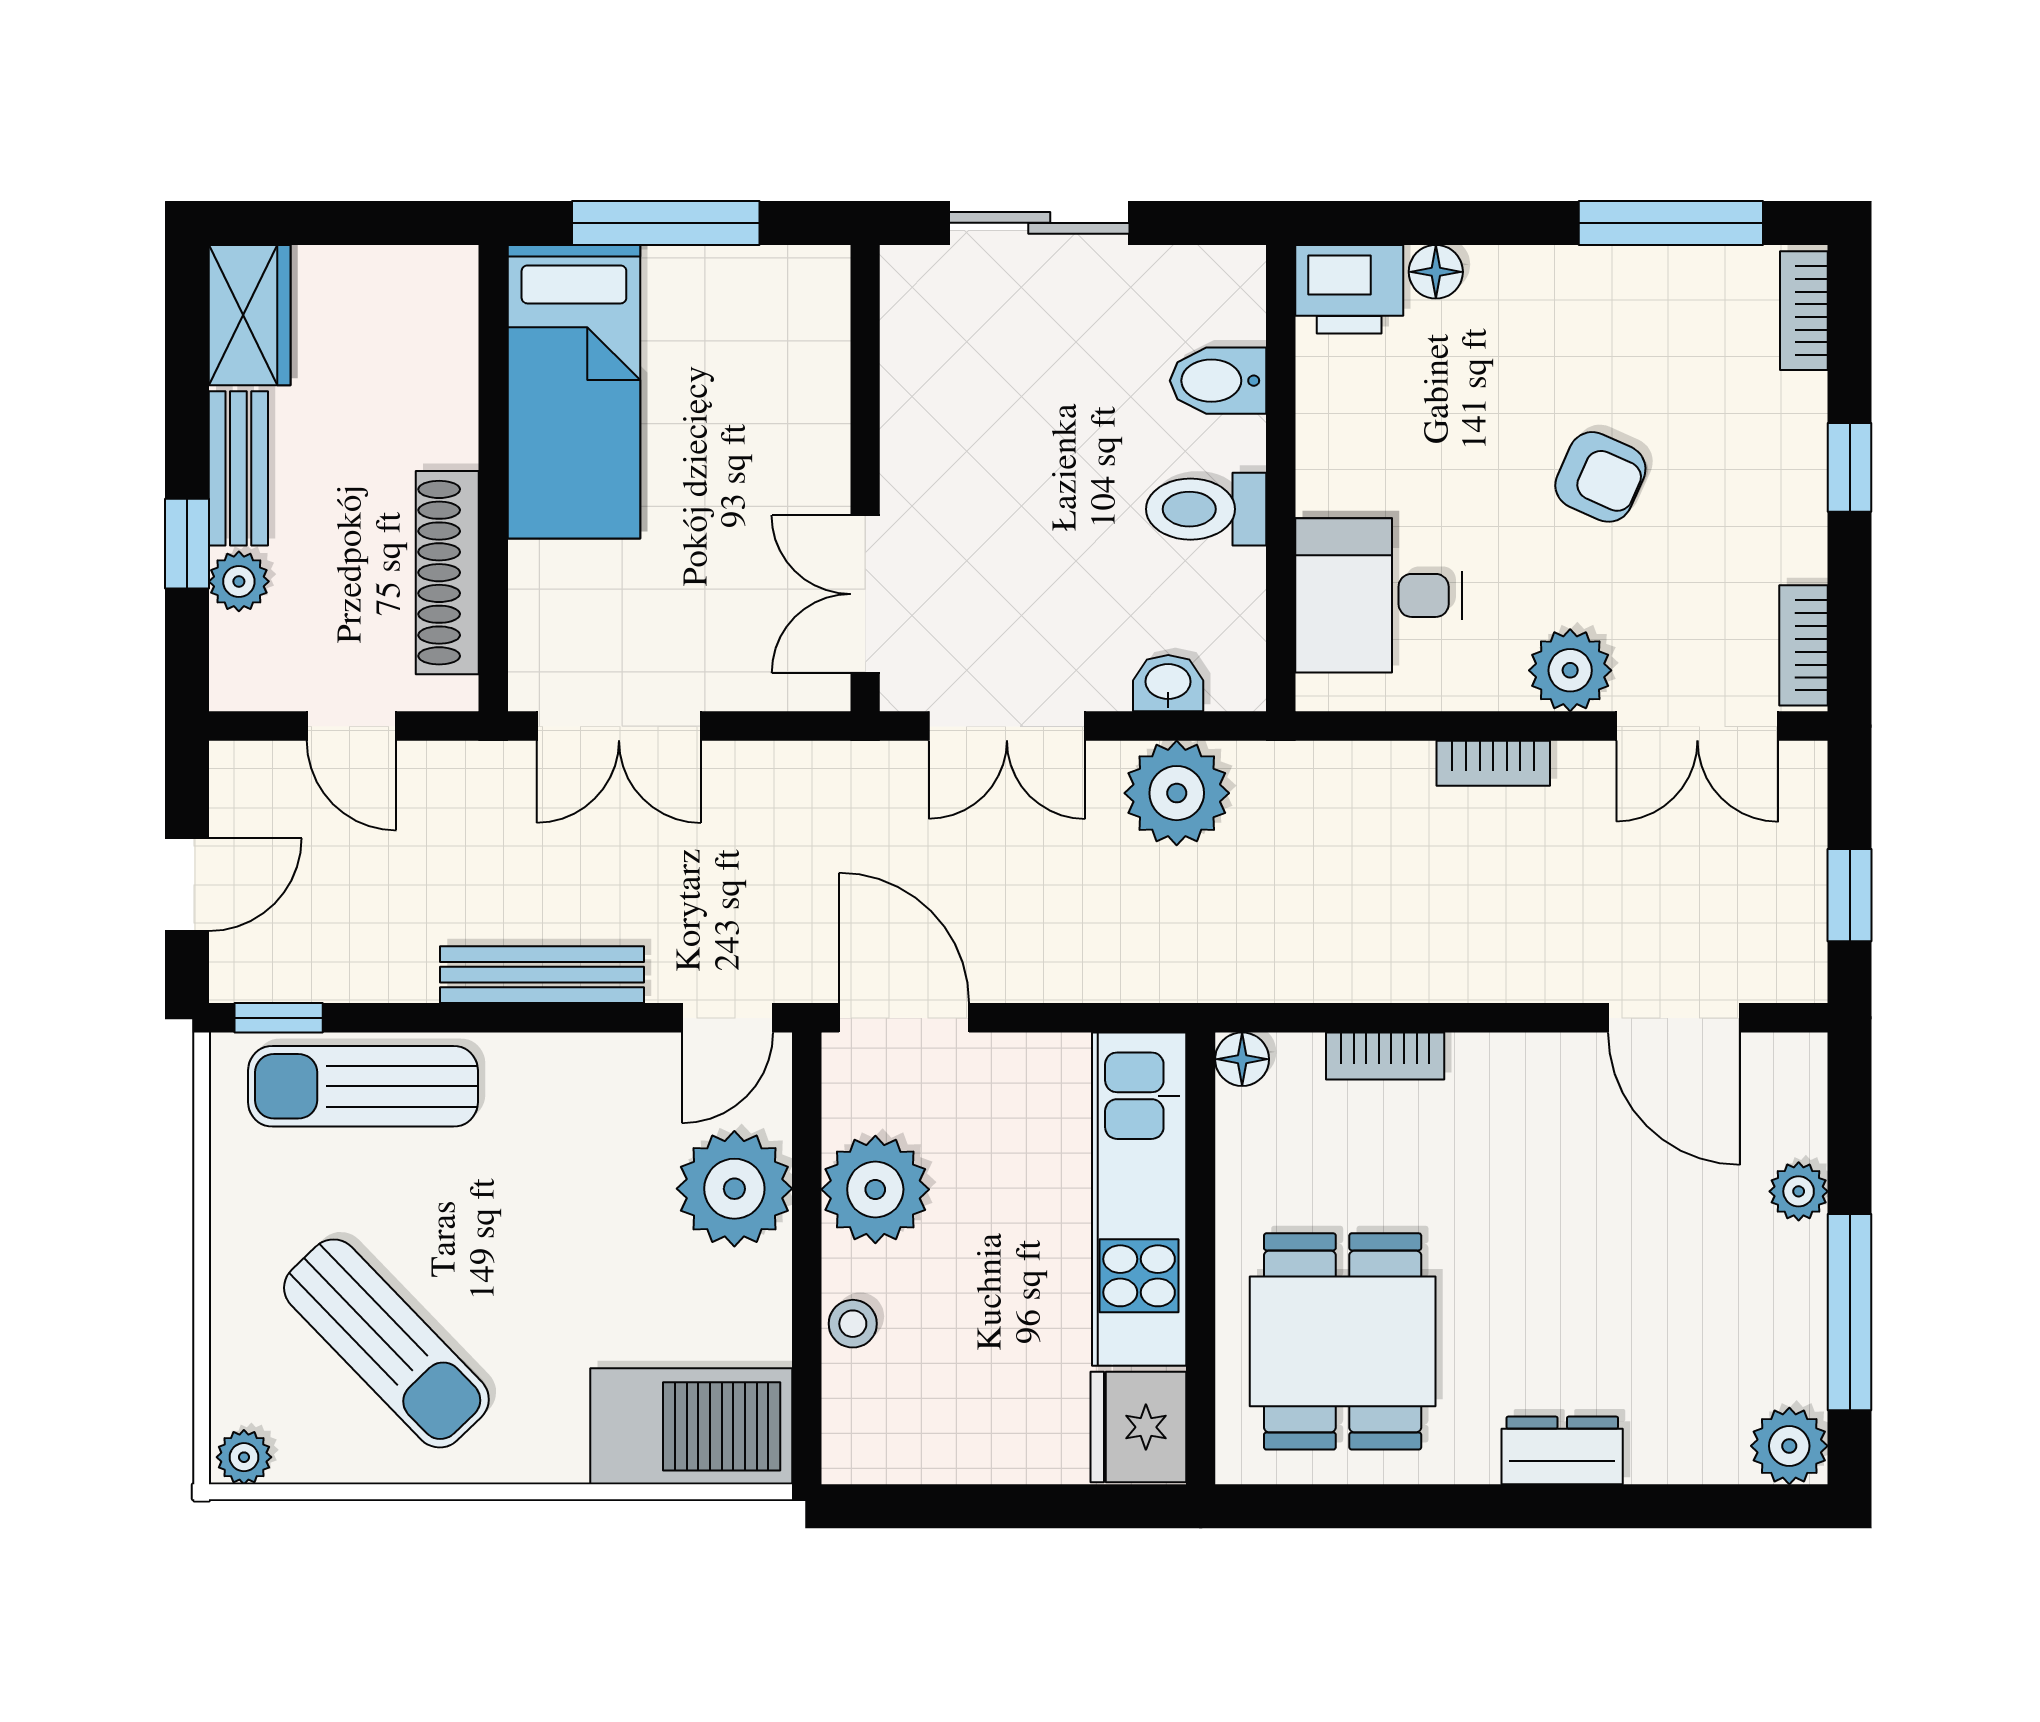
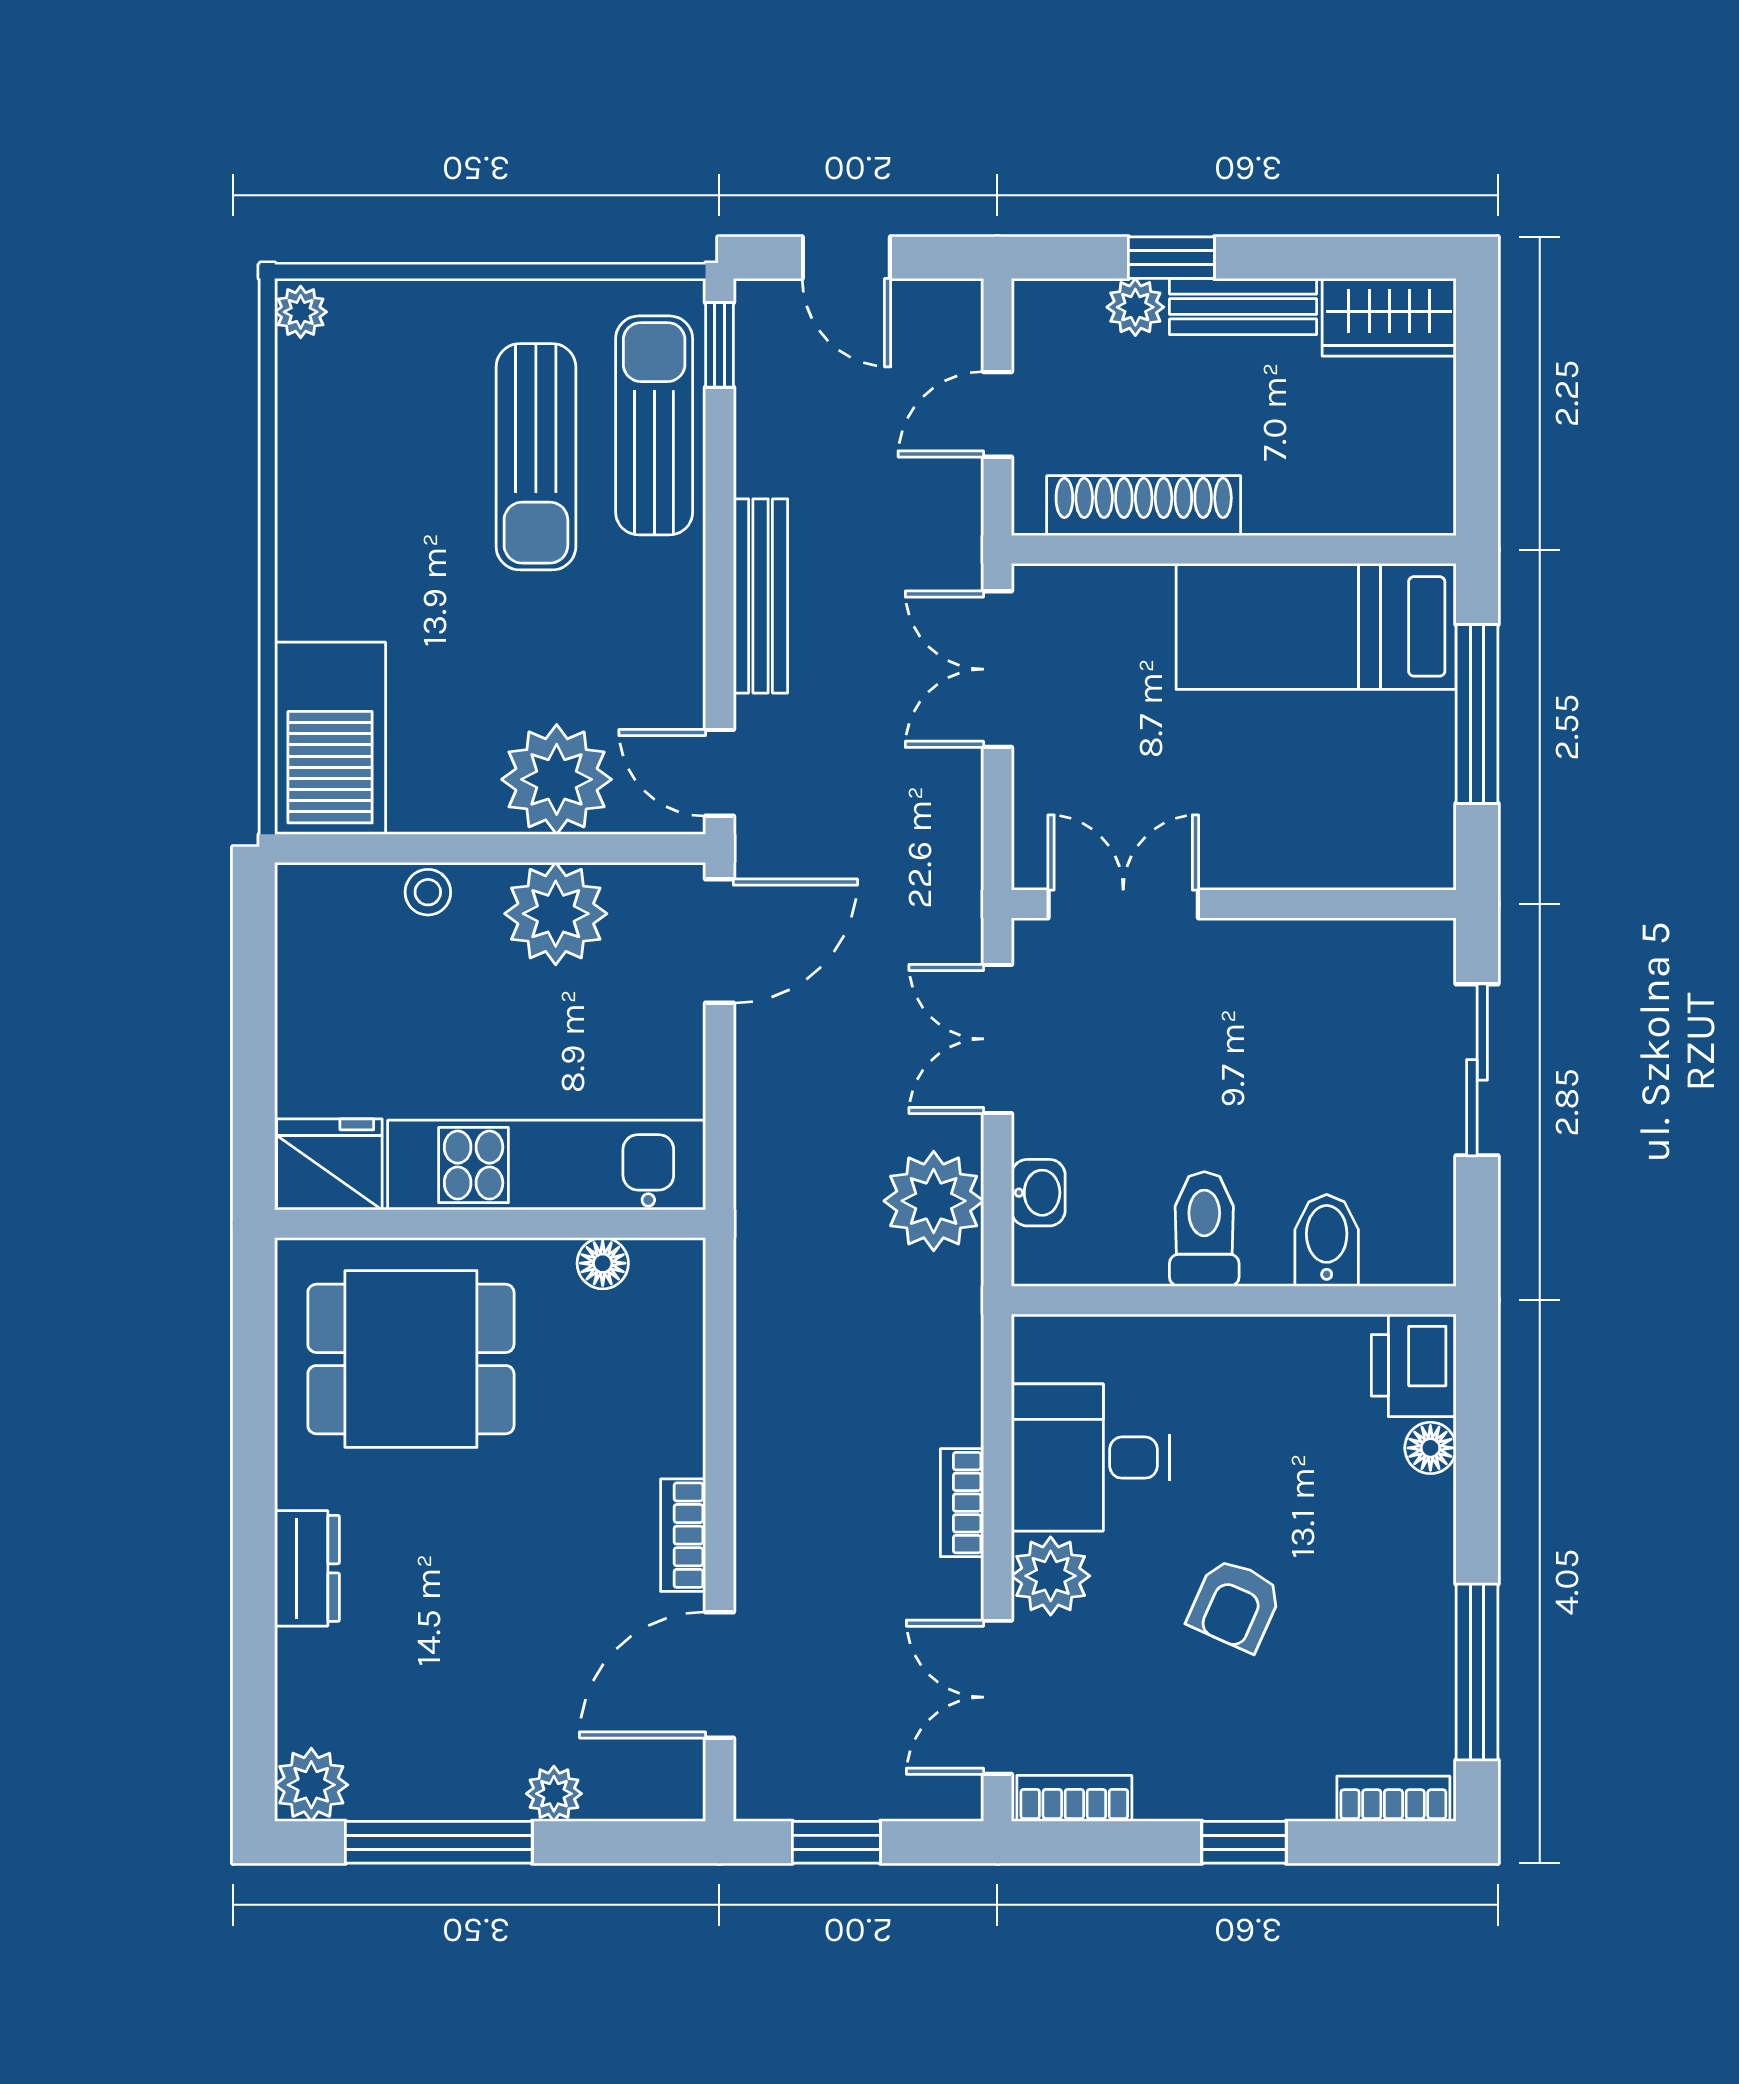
desk: (1379, 595) -> (1091, 1458), moved, turned -90
bookcase: (1385, 1056) -> (683, 1535), moved
floor lamp: (1242, 1059) -> (603, 1263), moved
sun lounger: (386, 1343) -> (536, 457), moved, turned -46

